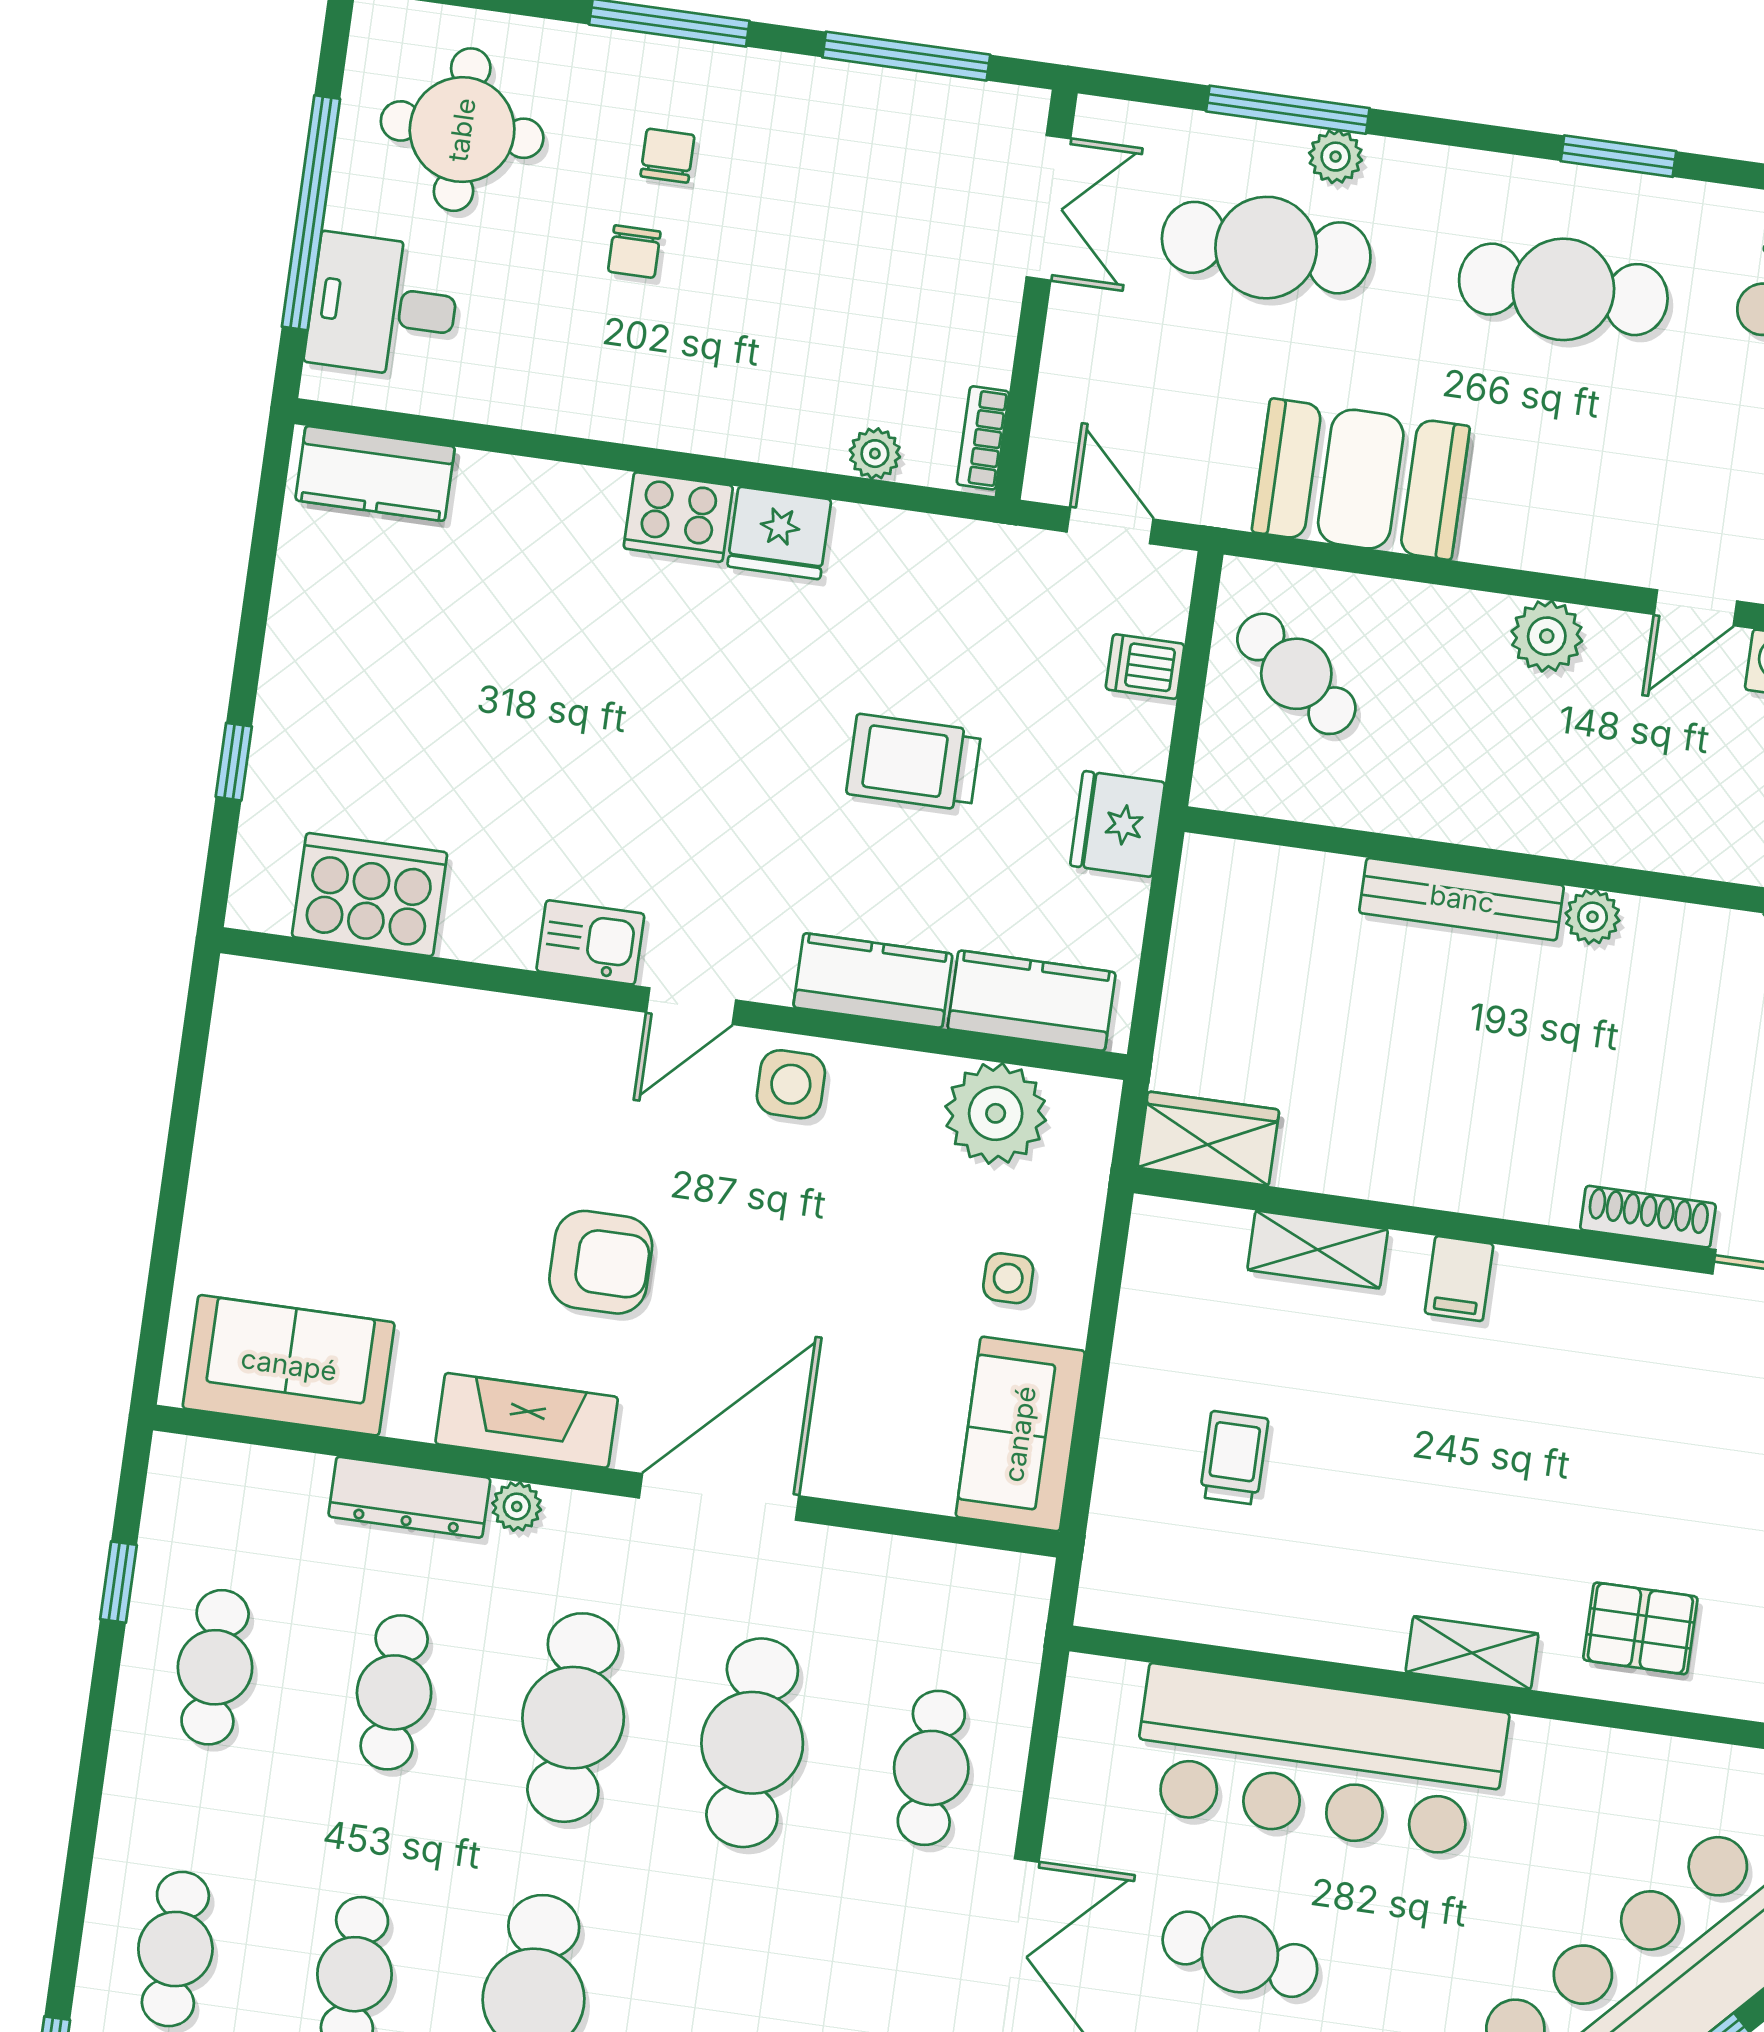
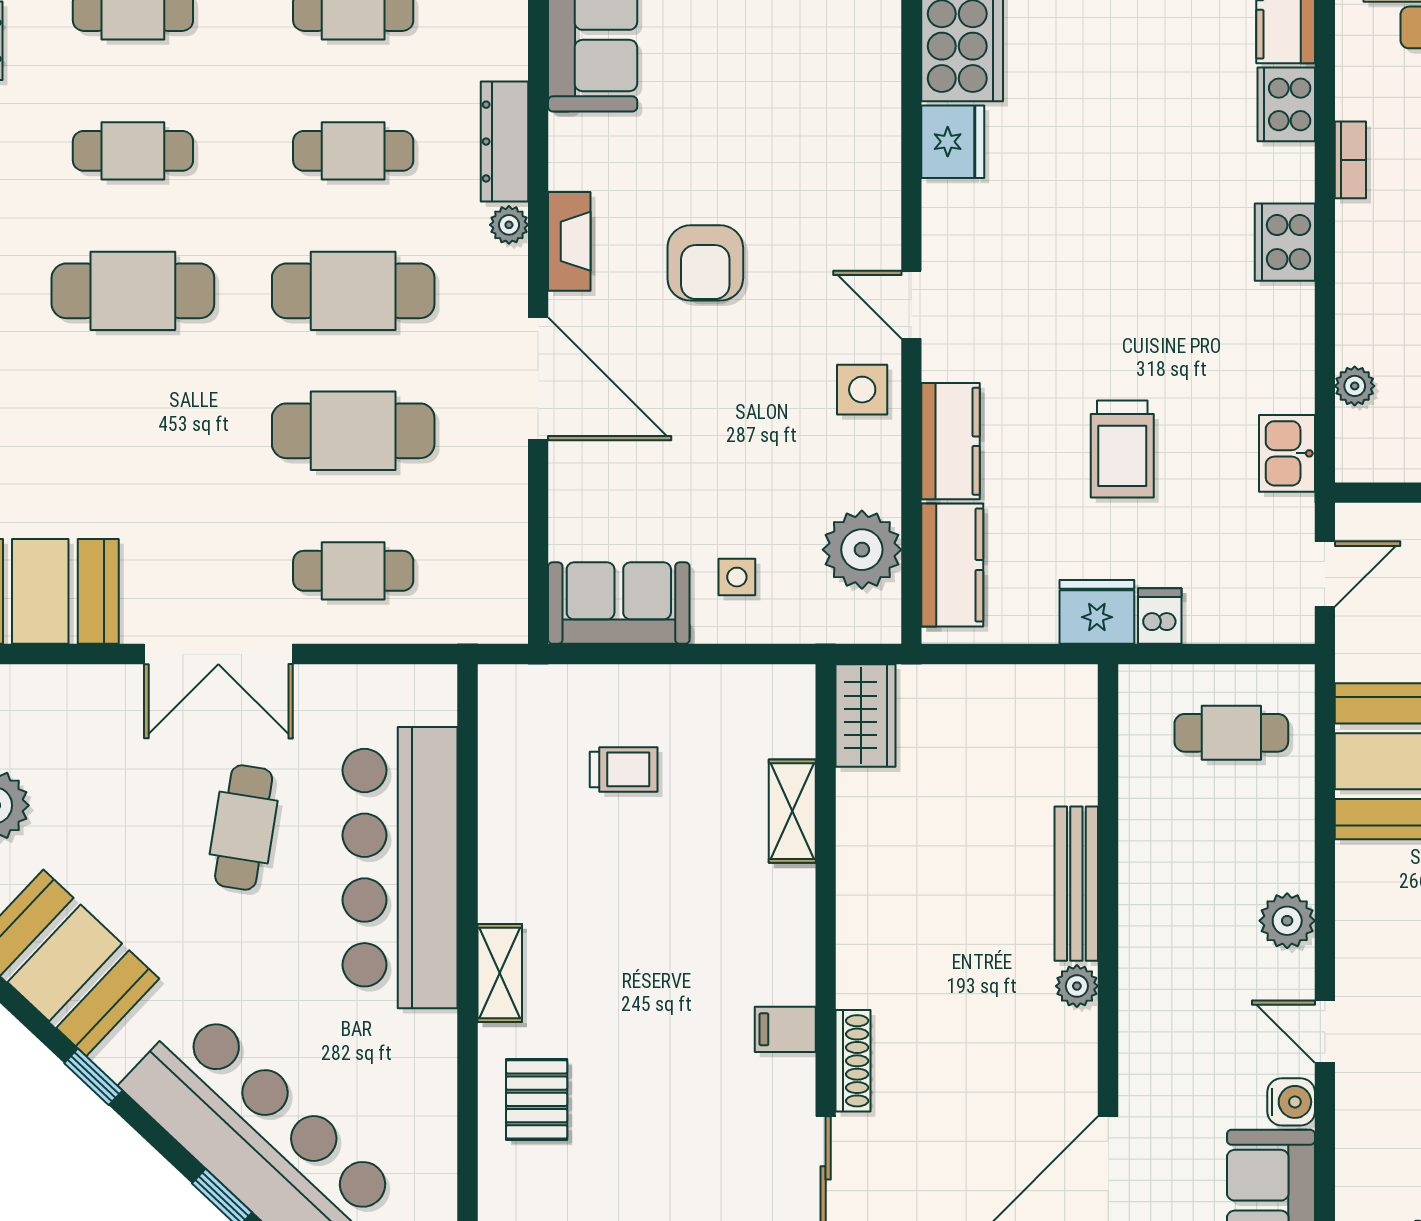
bookcase: (983, 438) -> (1350, 160), moved, turned 90
cooker: (502, 491) -> (1286, 104), added
fridge: (779, 533) -> (953, 142), moved, turned 180
dishwasher: (1145, 667) -> (1160, 616), moved
cafe table: (1296, 674) -> (1231, 733), turned 52
trolley: (914, 762) -> (1122, 449), turned 180
kitchen sink: (590, 942) -> (1287, 453), moved, turned 180
filing cabinet: (1459, 1279) -> (785, 1029), moved
fireplace: (527, 1420) -> (569, 241), width x0.73, depth x0.76

